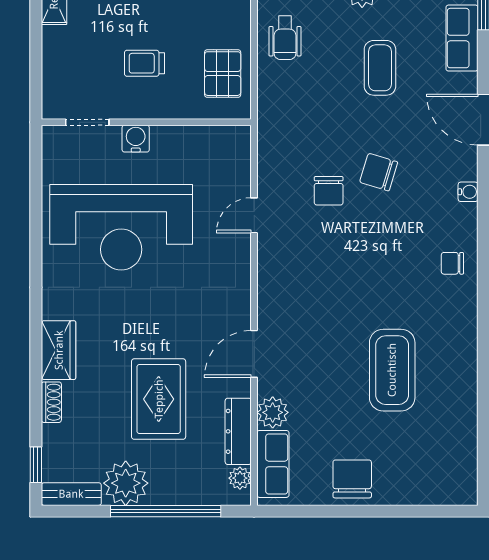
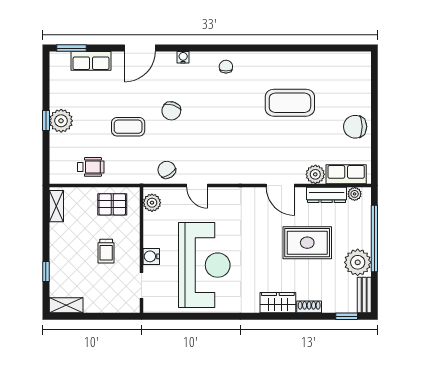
coffee table: (380, 68) -> (128, 127), moved
plant: (225, 140) -> (152, 203), added
chair: (329, 191) -> (167, 170), moved, turned -122
chair: (452, 263) -> (226, 67), turned 180

